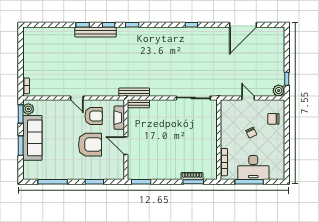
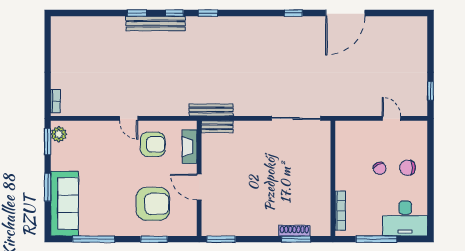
door: (243, 25) -> (345, 13), moved
plant: (279, 91) -> (419, 108), removed
door: (248, 98) -> (391, 118), moved
chair: (273, 119) -> (408, 168), moved
sofa: (32, 138) -> (65, 204), moved
armchair: (90, 145) -> (153, 204), moved
desk: (253, 168) -> (405, 219), moved

